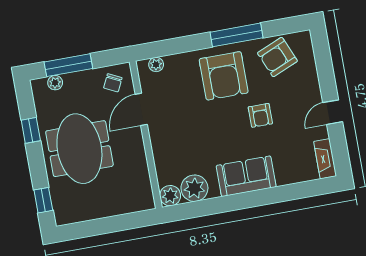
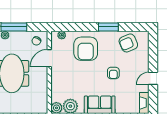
window: (237, 35) -> (108, 27), width x0.69
armchair: (224, 76) -> (86, 49), moved

